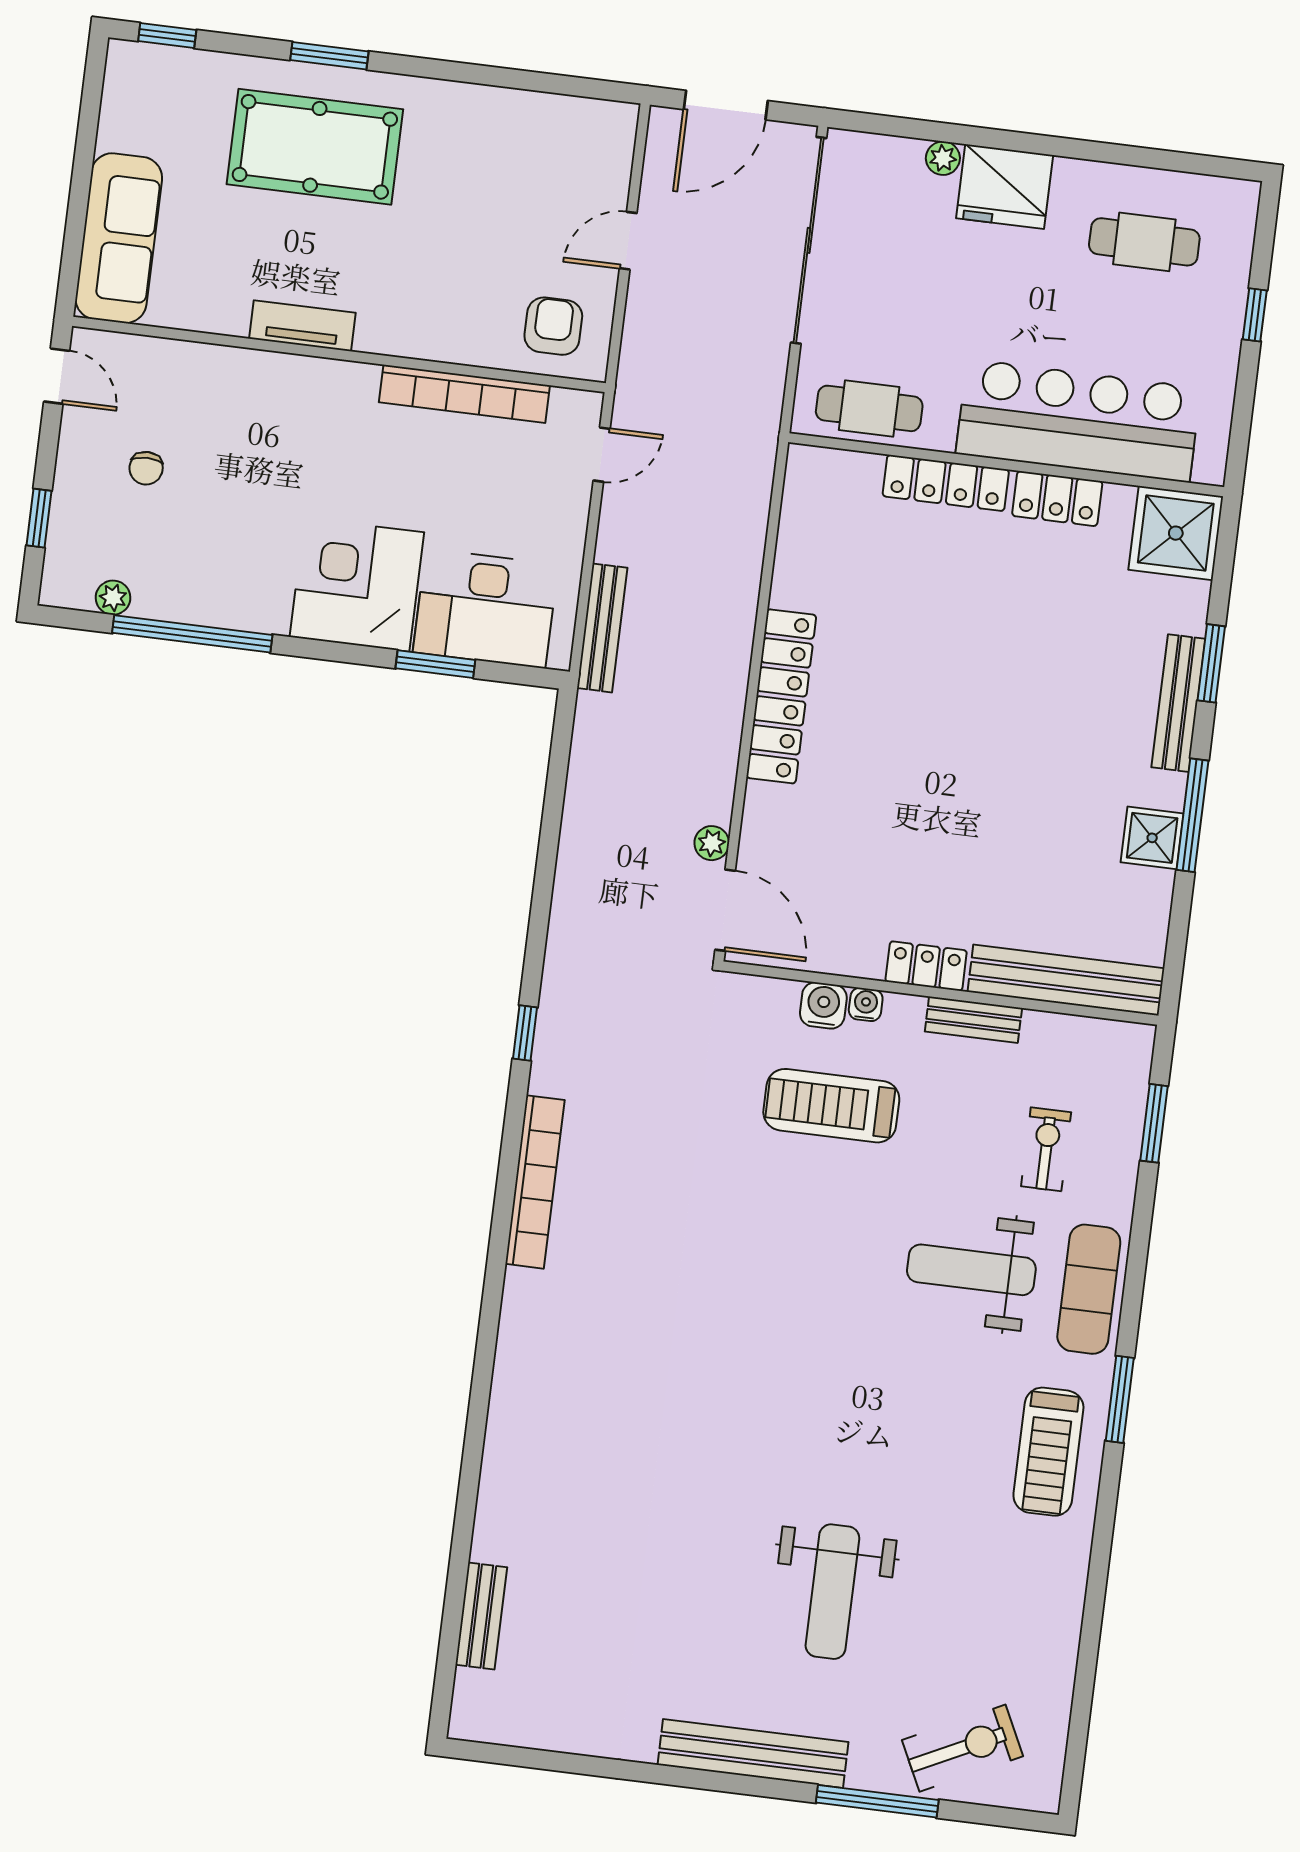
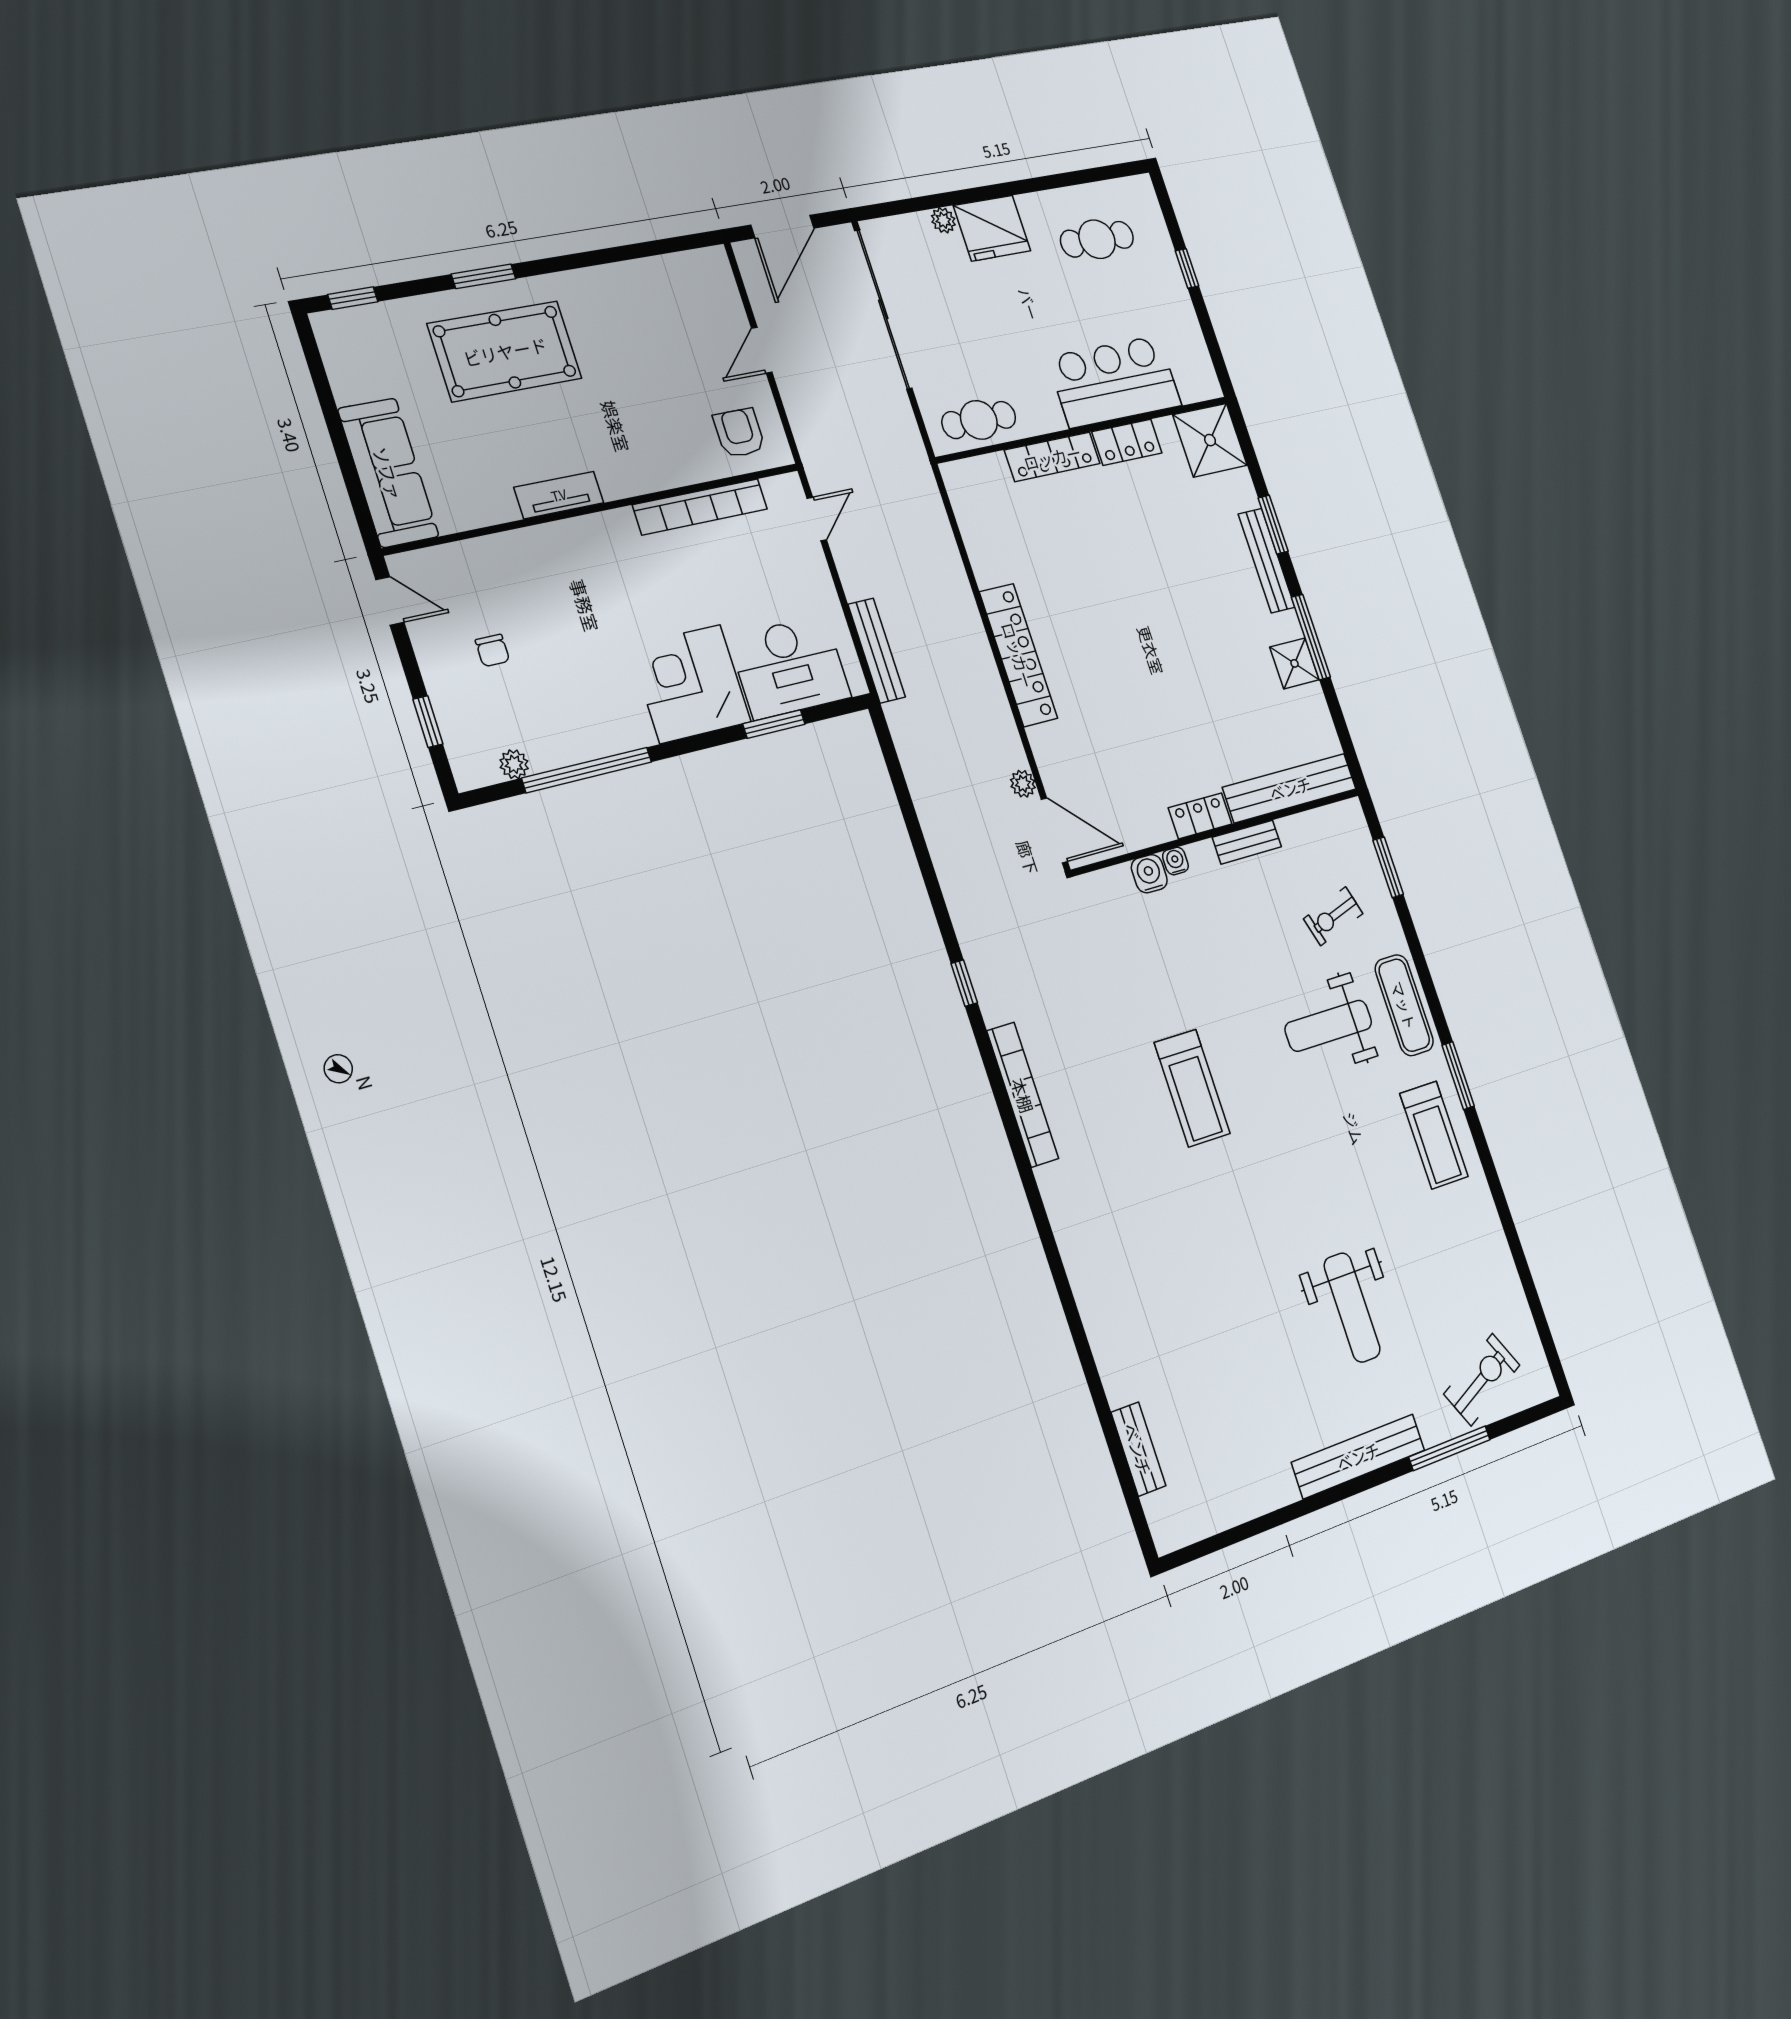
bar counter: (1078, 421) -> (1115, 382), width x0.73
treadmill: (831, 1106) -> (1192, 1088), moved, turned -90
exercise bike: (1046, 1149) -> (1333, 916), turned -107

